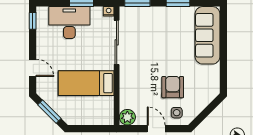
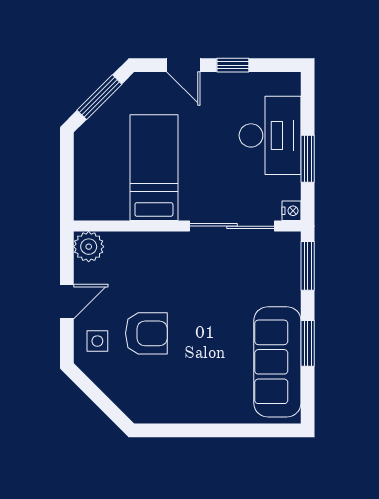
window: (33, 21) -> (233, 65), moved
sofa: (208, 35) -> (277, 362), moved, turned -90
door: (33, 68) -> (183, 65), hinge flipped

